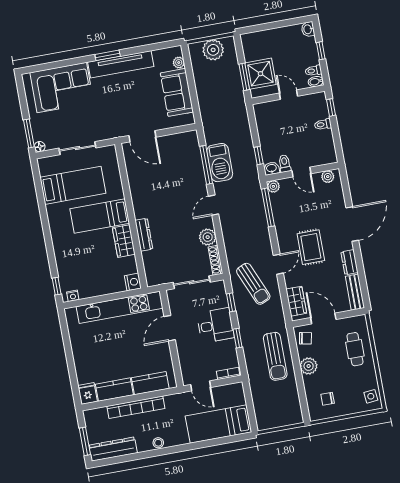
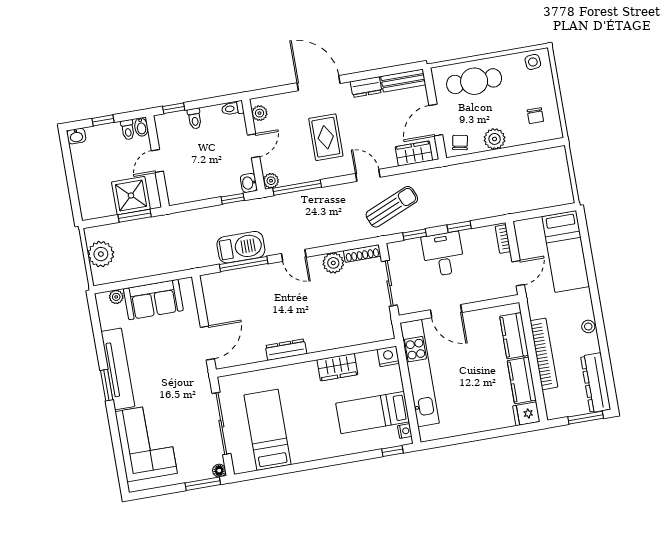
sliding door: (77, 148) -> (221, 424), width x1.37
toilet: (285, 163) -> (233, 108), moved
bed: (100, 216) -> (373, 412), moved, turned 90
dresser: (144, 235) -> (286, 350), moved
rug: (311, 247) -> (326, 137), moved, turned 90
cafe table: (355, 349) -> (474, 81), width x1.37, depth x1.35
sun lounger: (275, 356) -> (482, 180), removed

